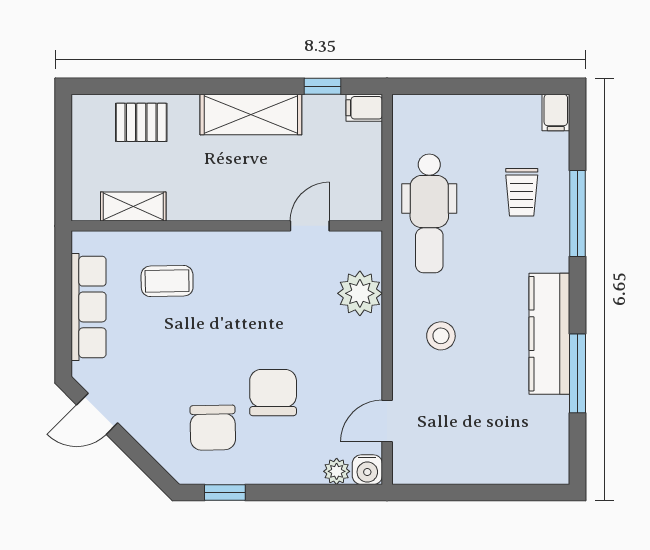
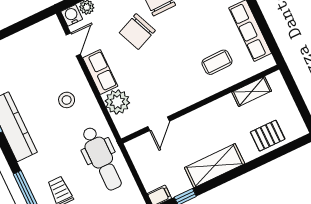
dental chair: (429, 213) -> (102, 159), turned 180
row of seats: (365, 355) -> (100, 72), added
chair: (273, 393) -> (137, 32), turned 67

